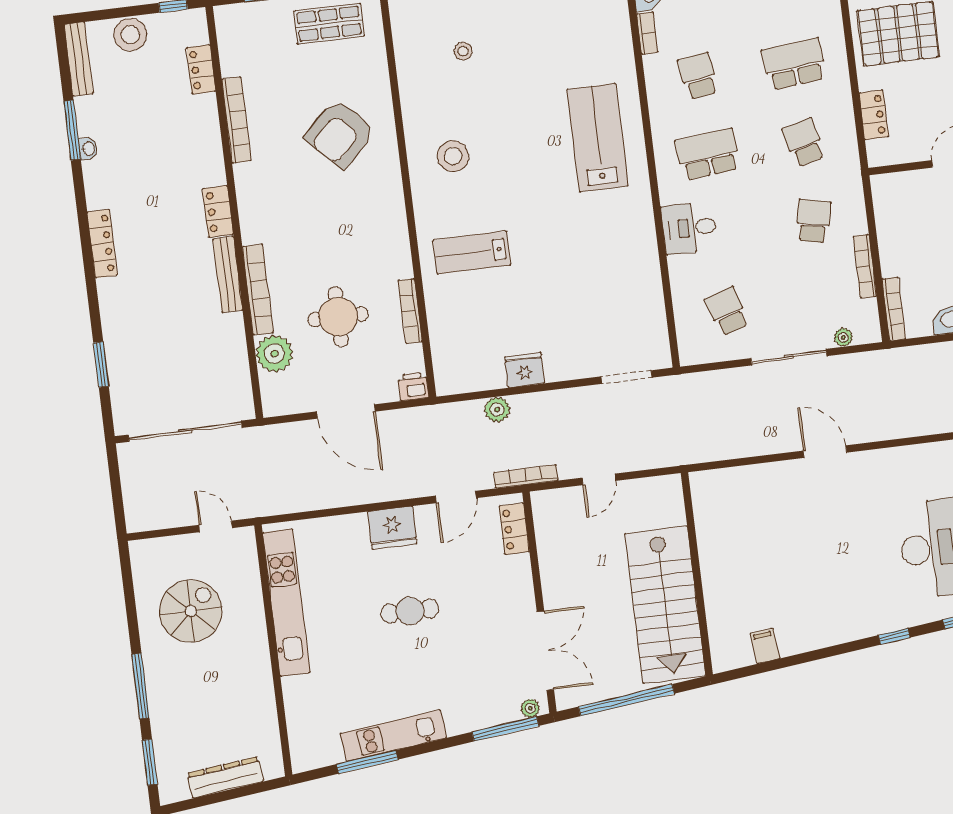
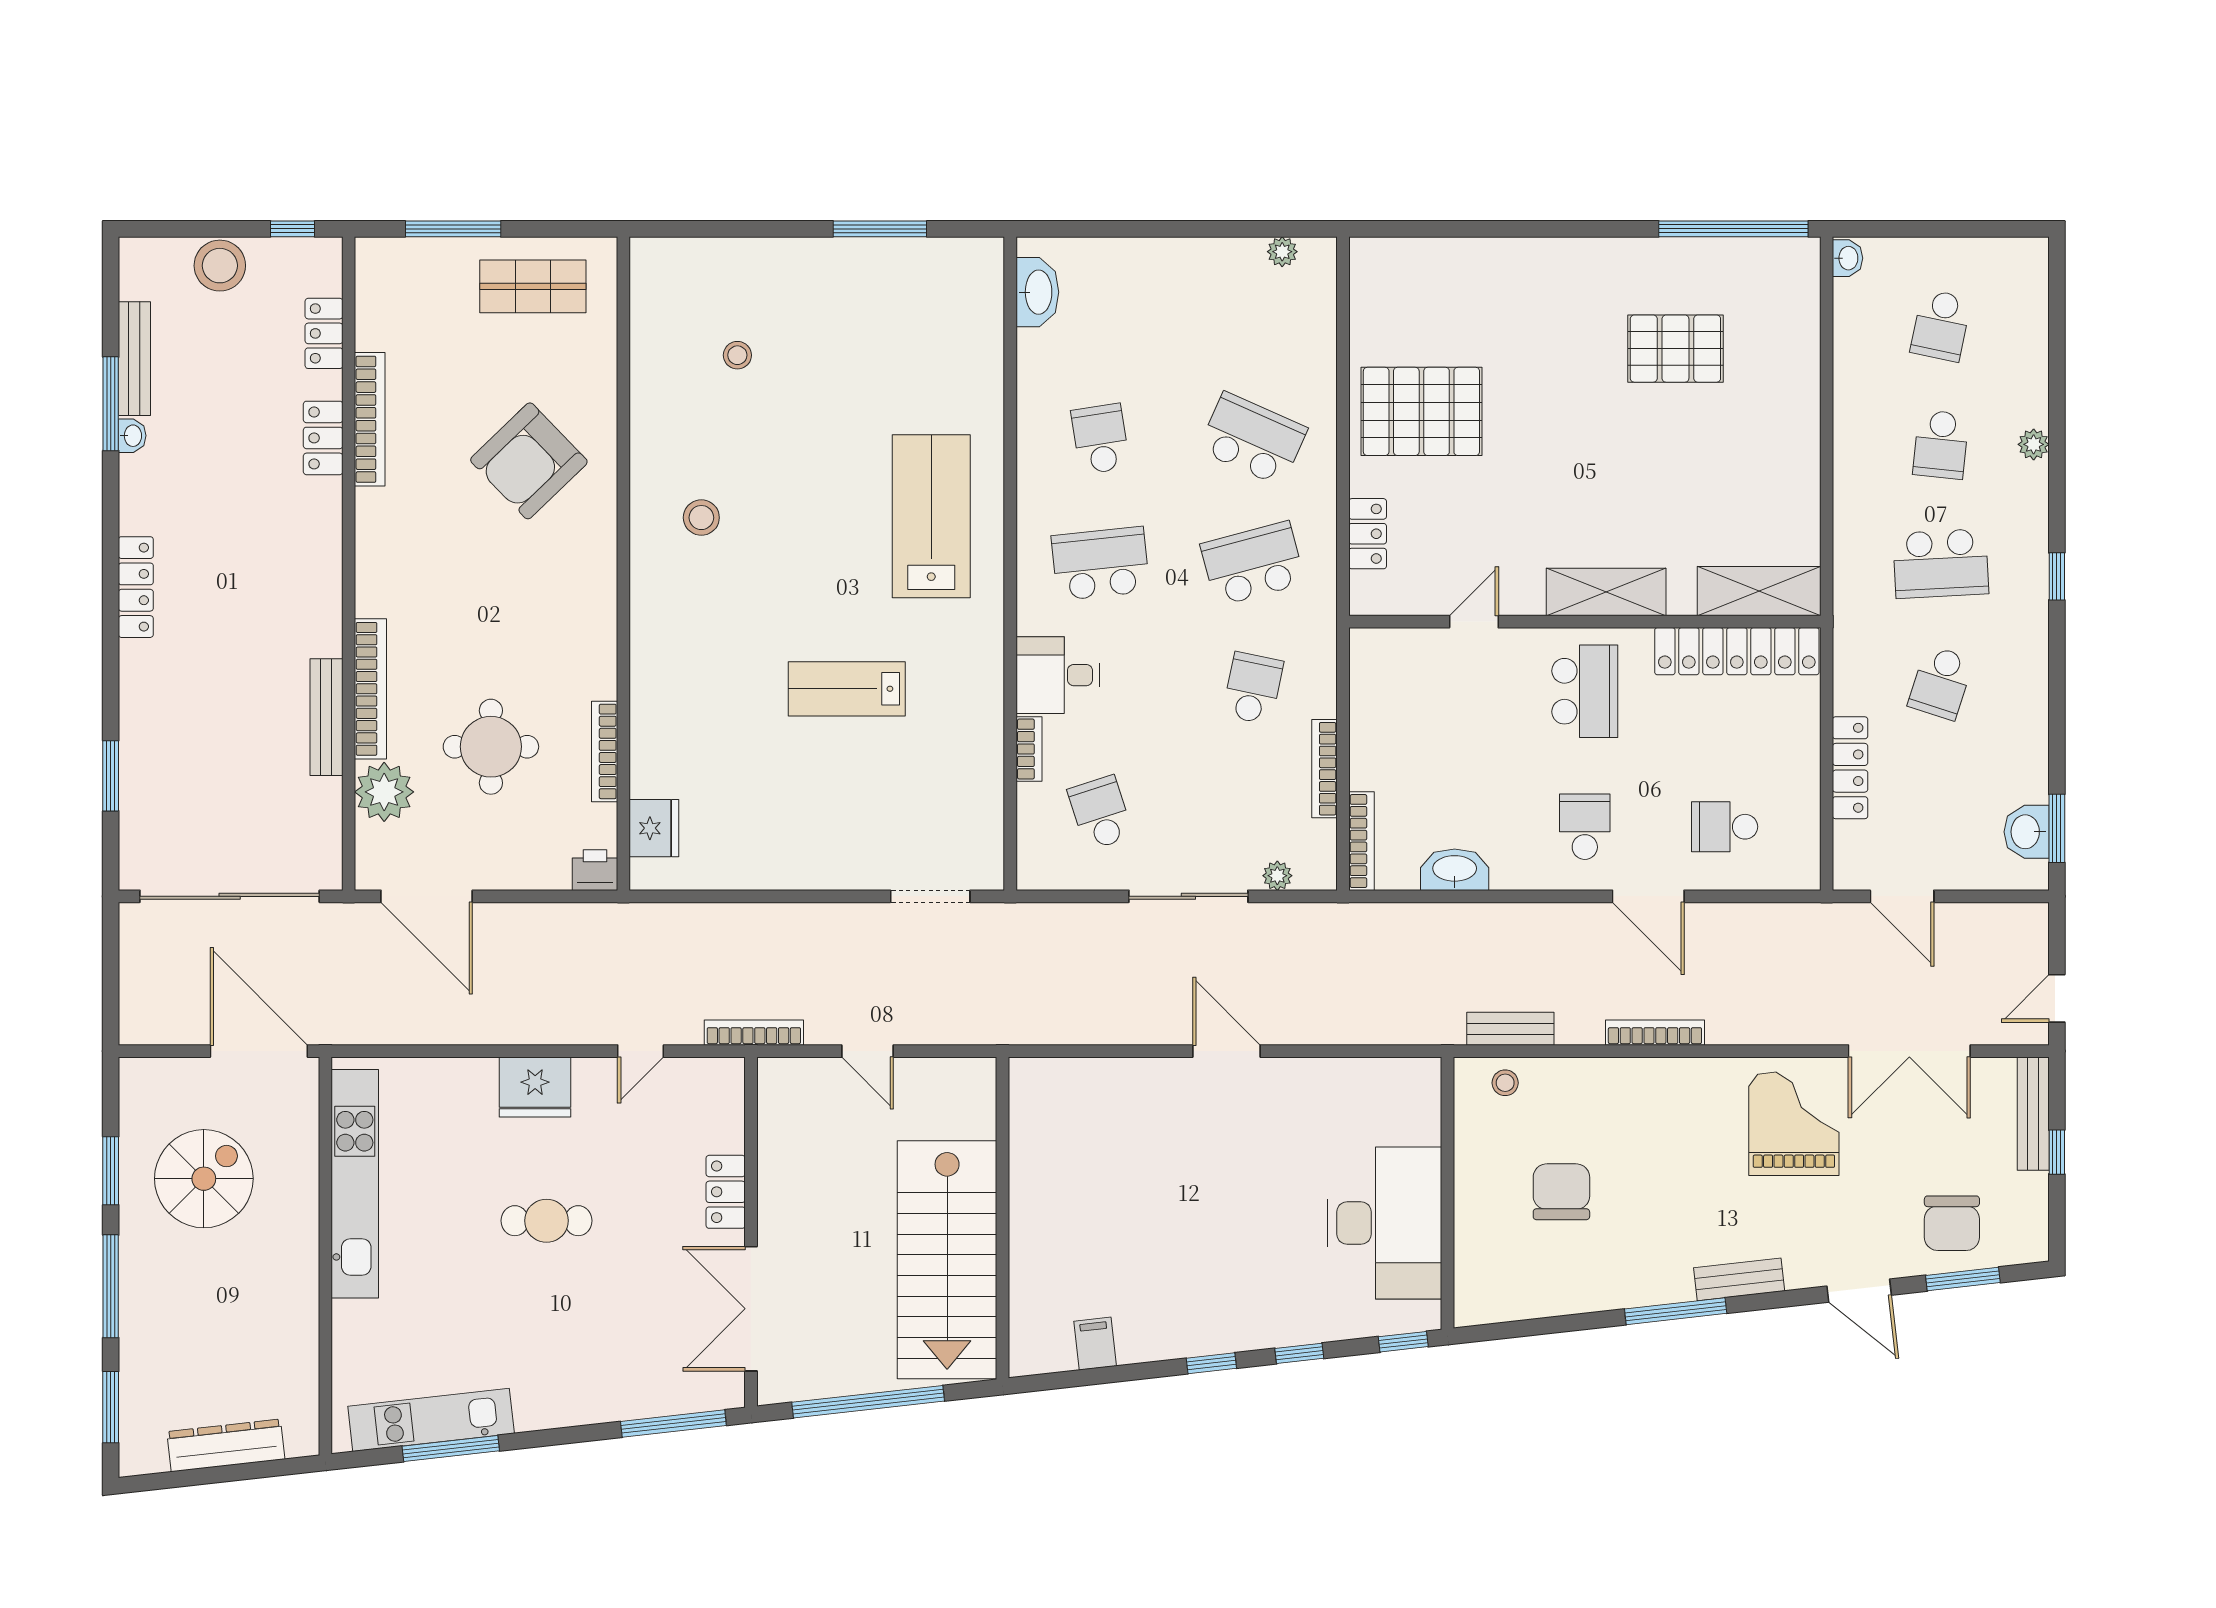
bookcase: (647, 33) -> (1029, 749), moved
bench: (79, 59) -> (134, 359), moved
school desk: (794, 64) -> (1253, 439), turned 30
school desk: (804, 143) -> (1253, 564), width x1.85
stool: (453, 156) -> (701, 518), width x0.73, depth x0.73
locker: (218, 211) -> (323, 438), moved
lab bench: (472, 253) -> (847, 689), moved
bench: (228, 274) -> (326, 717), moved
fridge: (525, 370) -> (654, 828), moved, turned 90
plant: (497, 410) -> (722, 922), removed
door: (346, 411) -> (427, 896), moved
door: (599, 479) -> (868, 1051), hinge flipped
door: (456, 497) -> (641, 1051), width x0.73
door: (216, 526) -> (259, 1051), width x1.88
locker: (514, 529) -> (726, 1192), moved
window: (131, 613) -> (111, 1171), added
window: (840, 649) -> (1211, 1363), added
double door: (545, 651) -> (751, 1309), swing flipped
plant: (530, 708) -> (716, 1396), removed
kitchen unit: (393, 736) -> (431, 1420), moved

